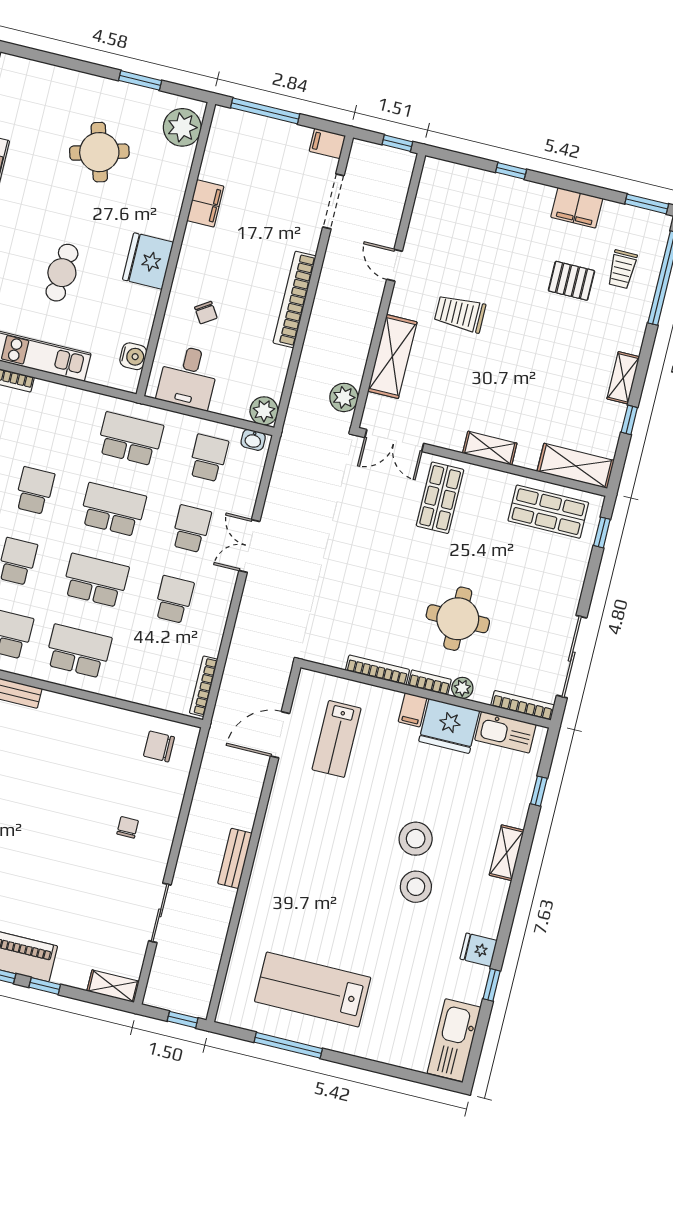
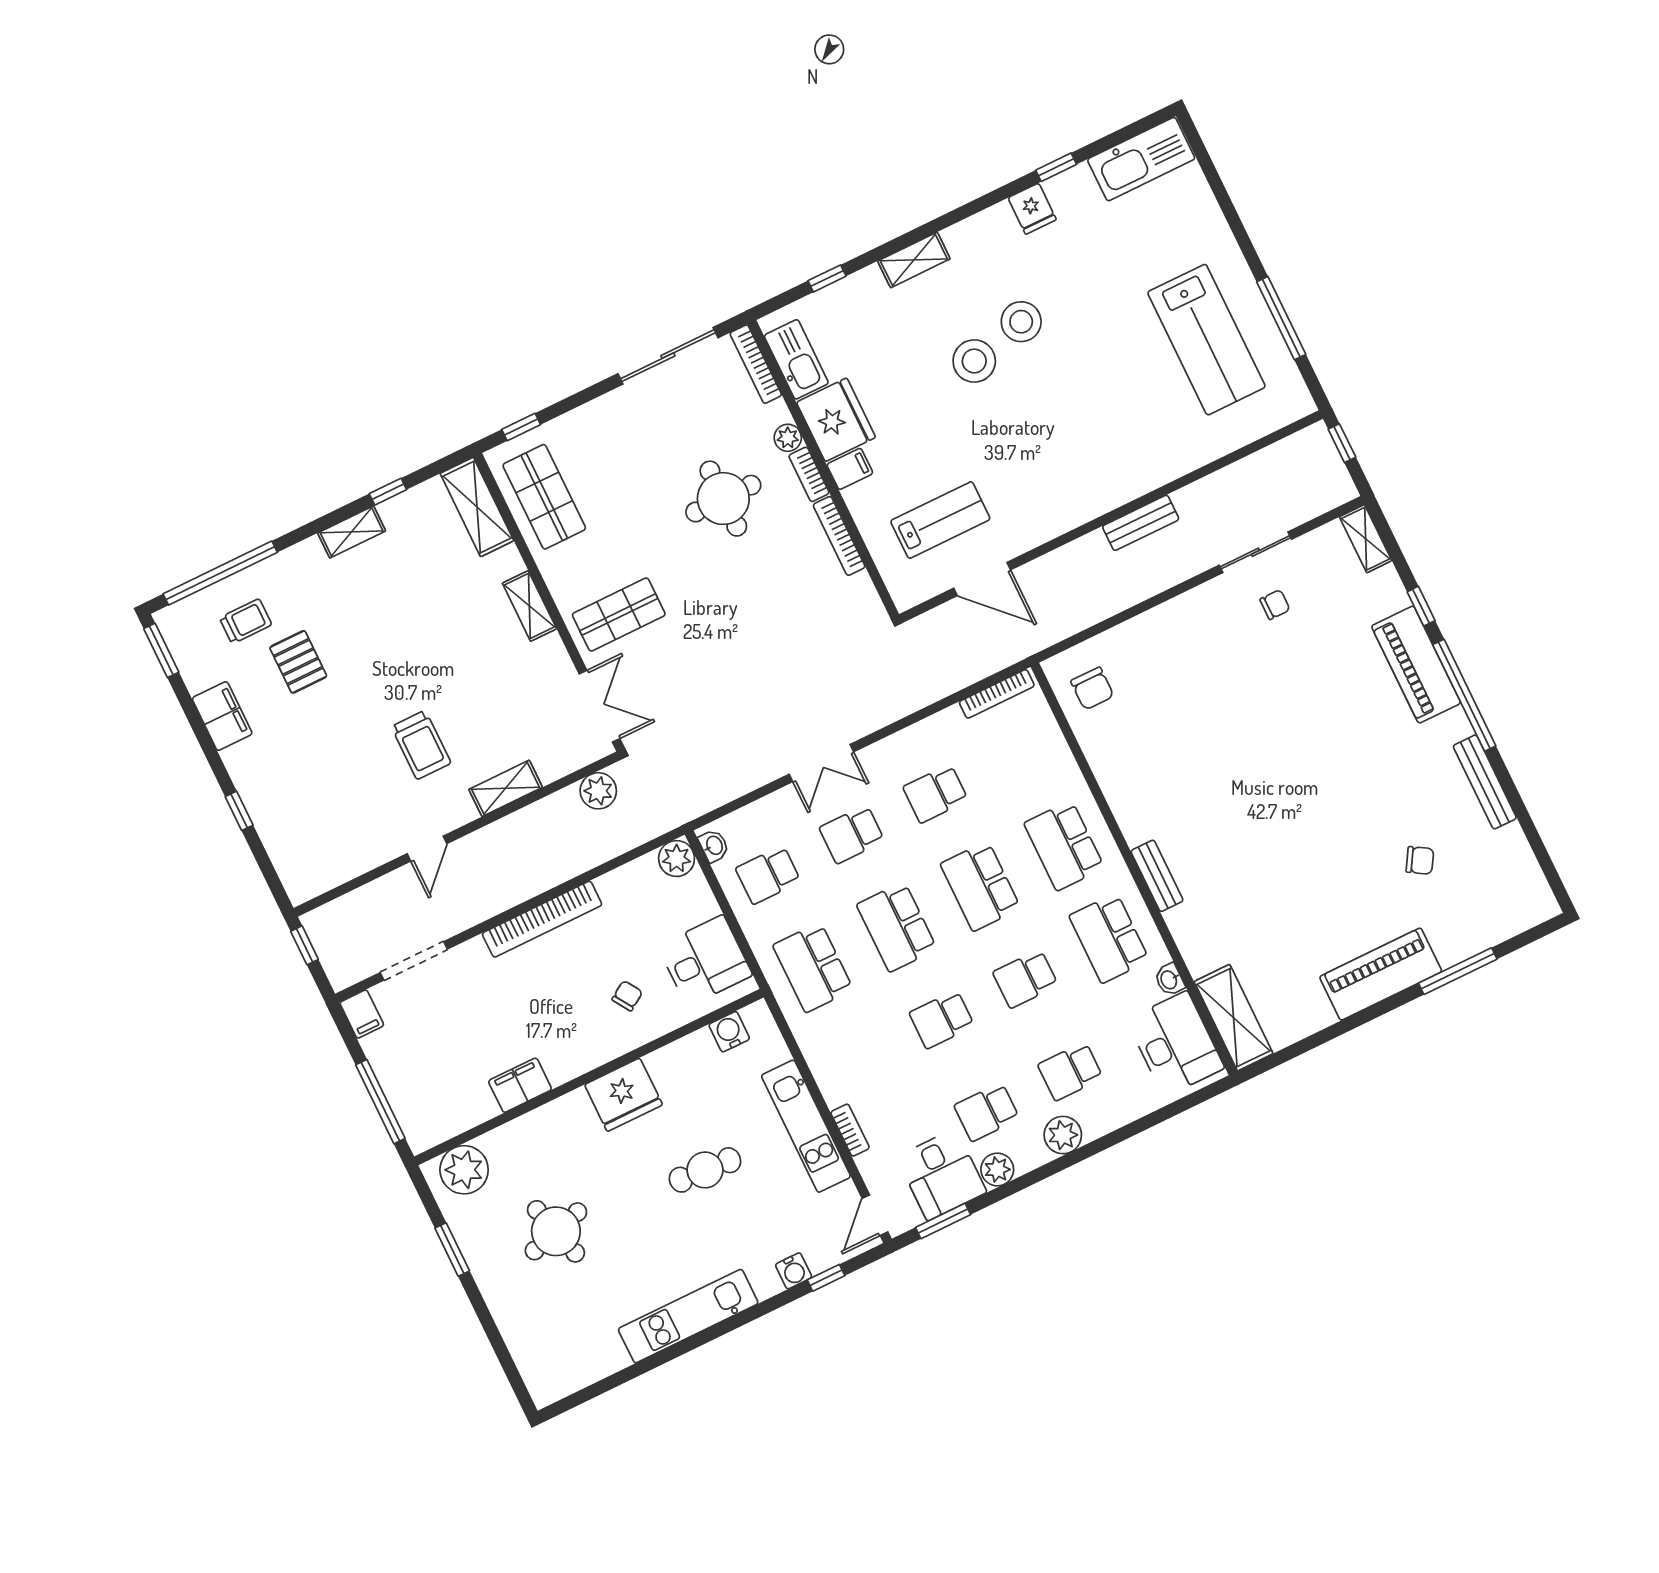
shelving: (392, 357) -> (506, 788), width x0.67, depth x0.75
chair: (128, 827) -> (1275, 605), moved, turned 180

